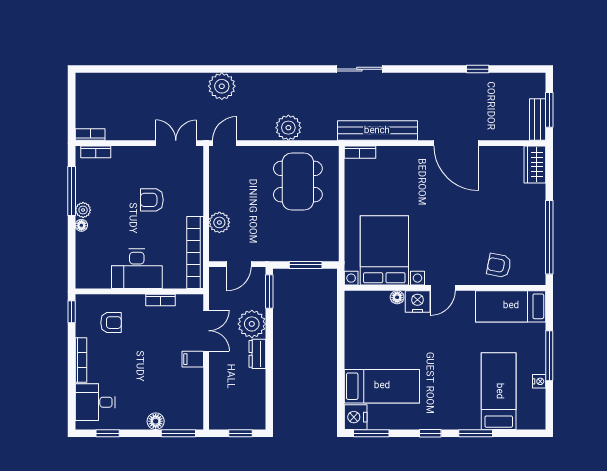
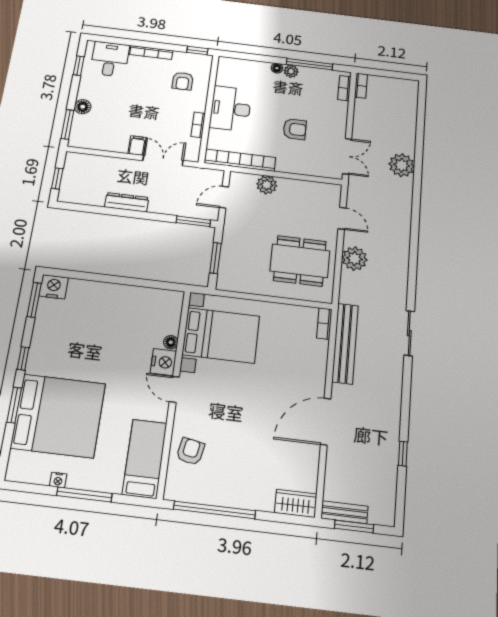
plant: (222, 86) -> (402, 165), moved
door: (225, 143) -> (342, 218), moved
armchair: (152, 200) -> (295, 129), turned 90
door: (239, 264) -> (224, 197), hinge flipped
plant: (252, 324) -> (163, 202), removed
double door: (206, 331) -> (163, 160), swing flipped
dresser: (257, 354) -> (127, 202), width x1.44
bed: (382, 386) -> (81, 316), removed
bed: (499, 391) -> (58, 416), width x2.04

